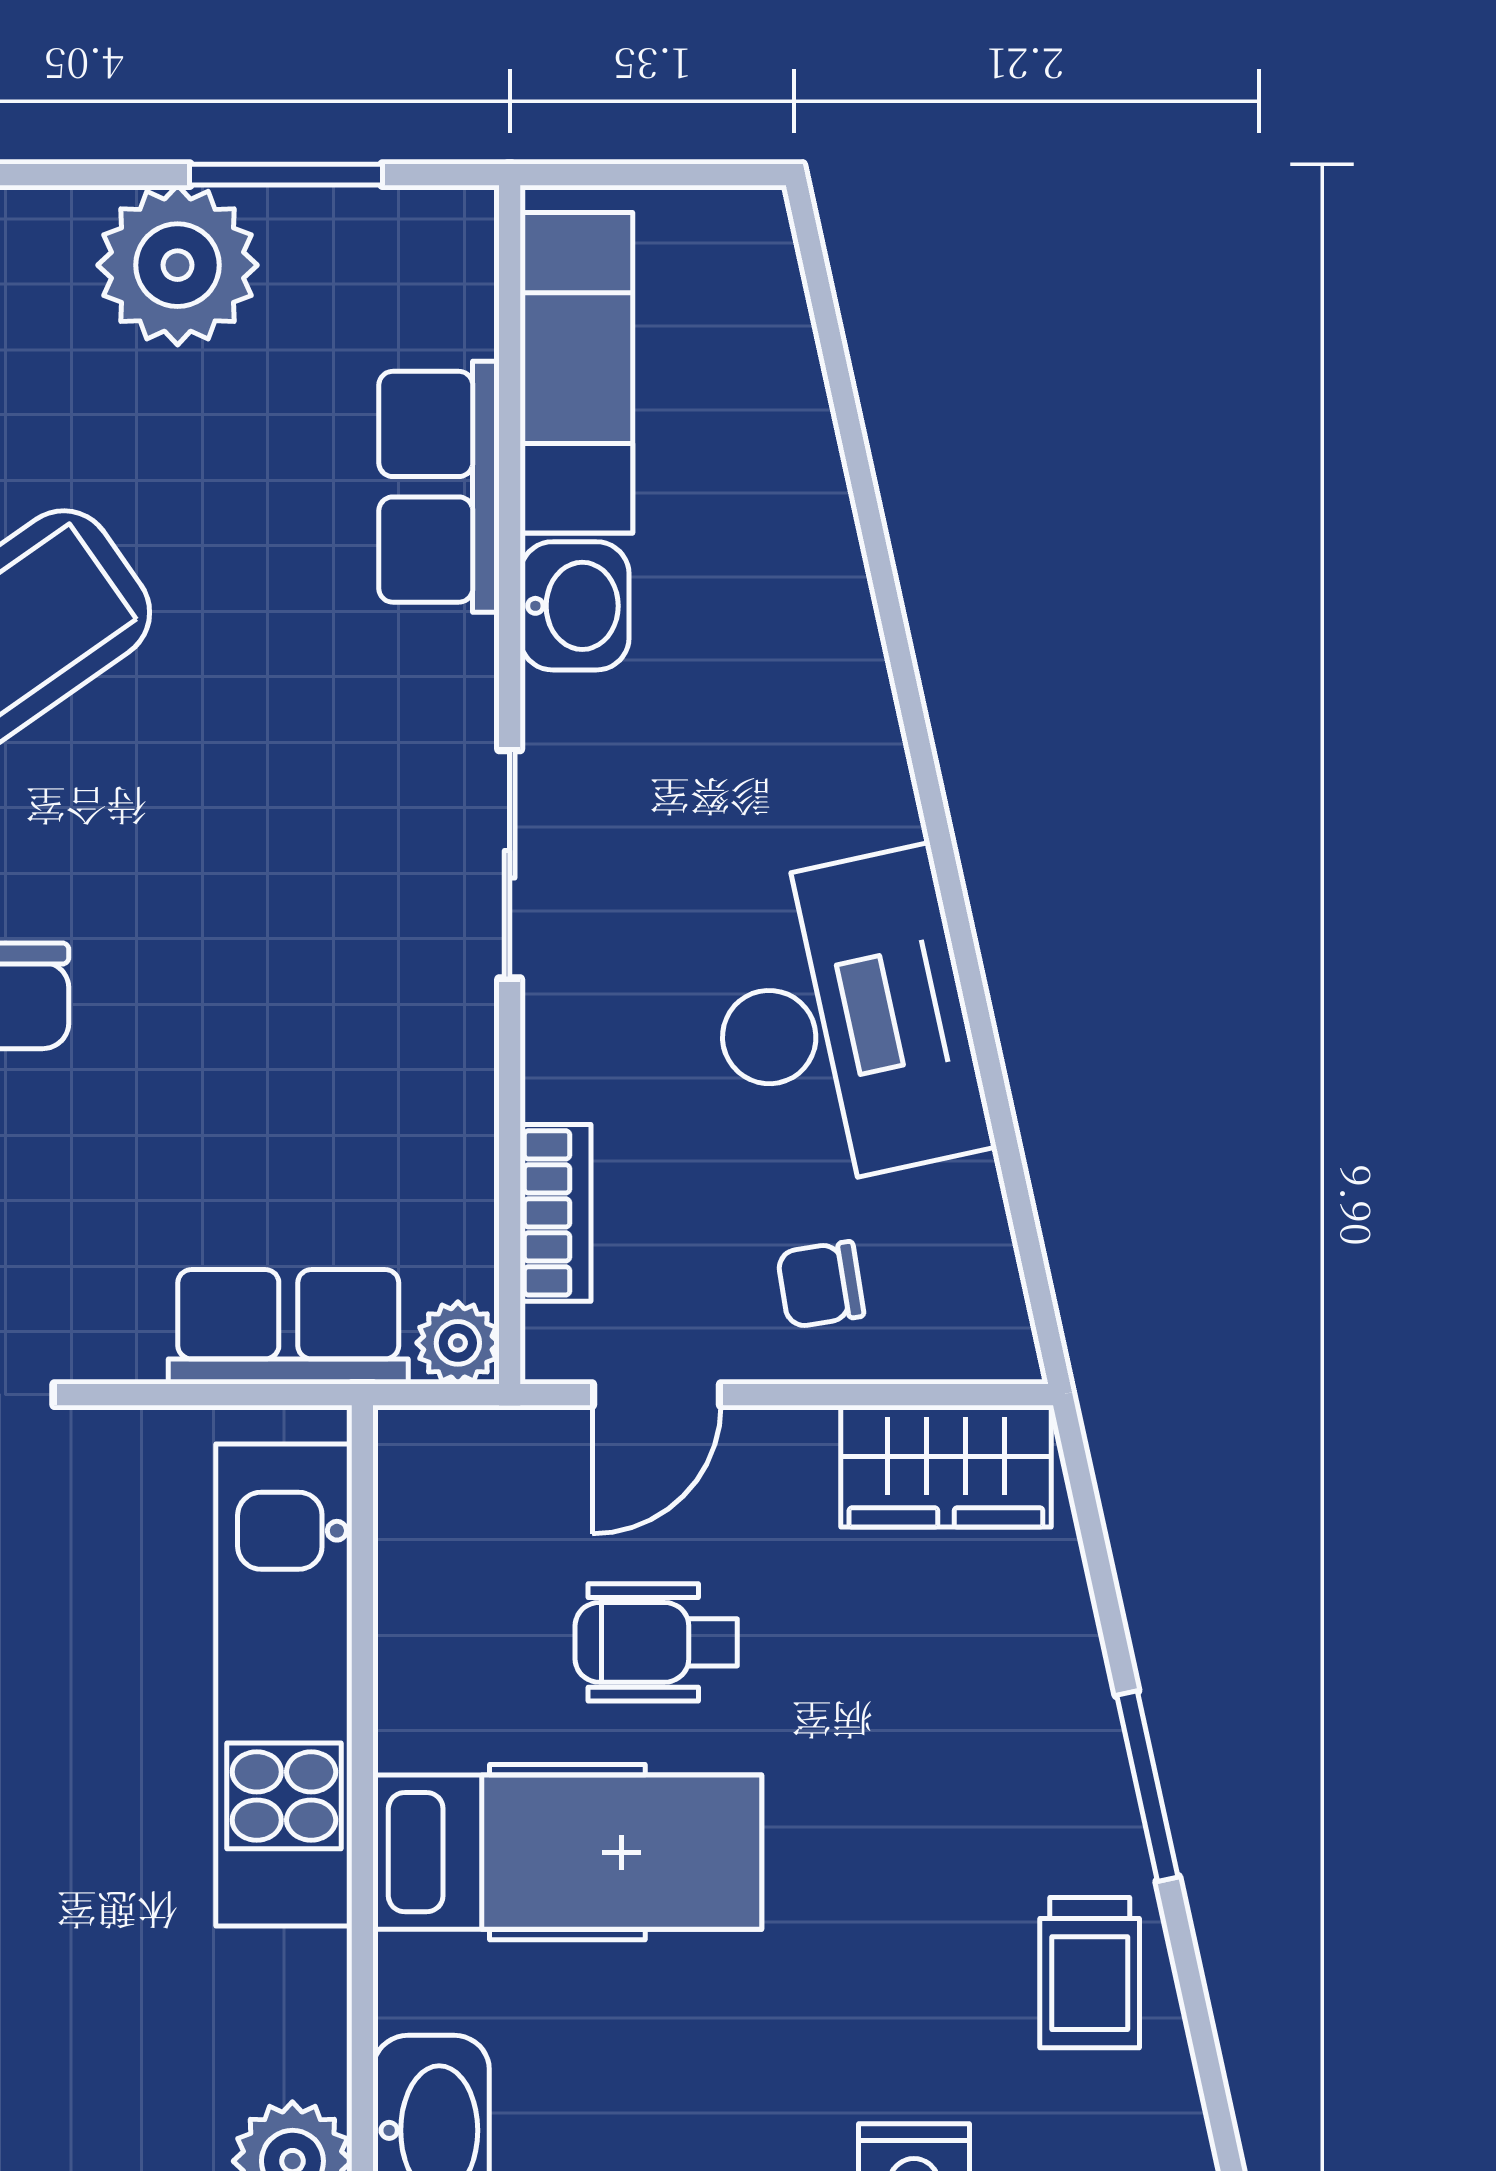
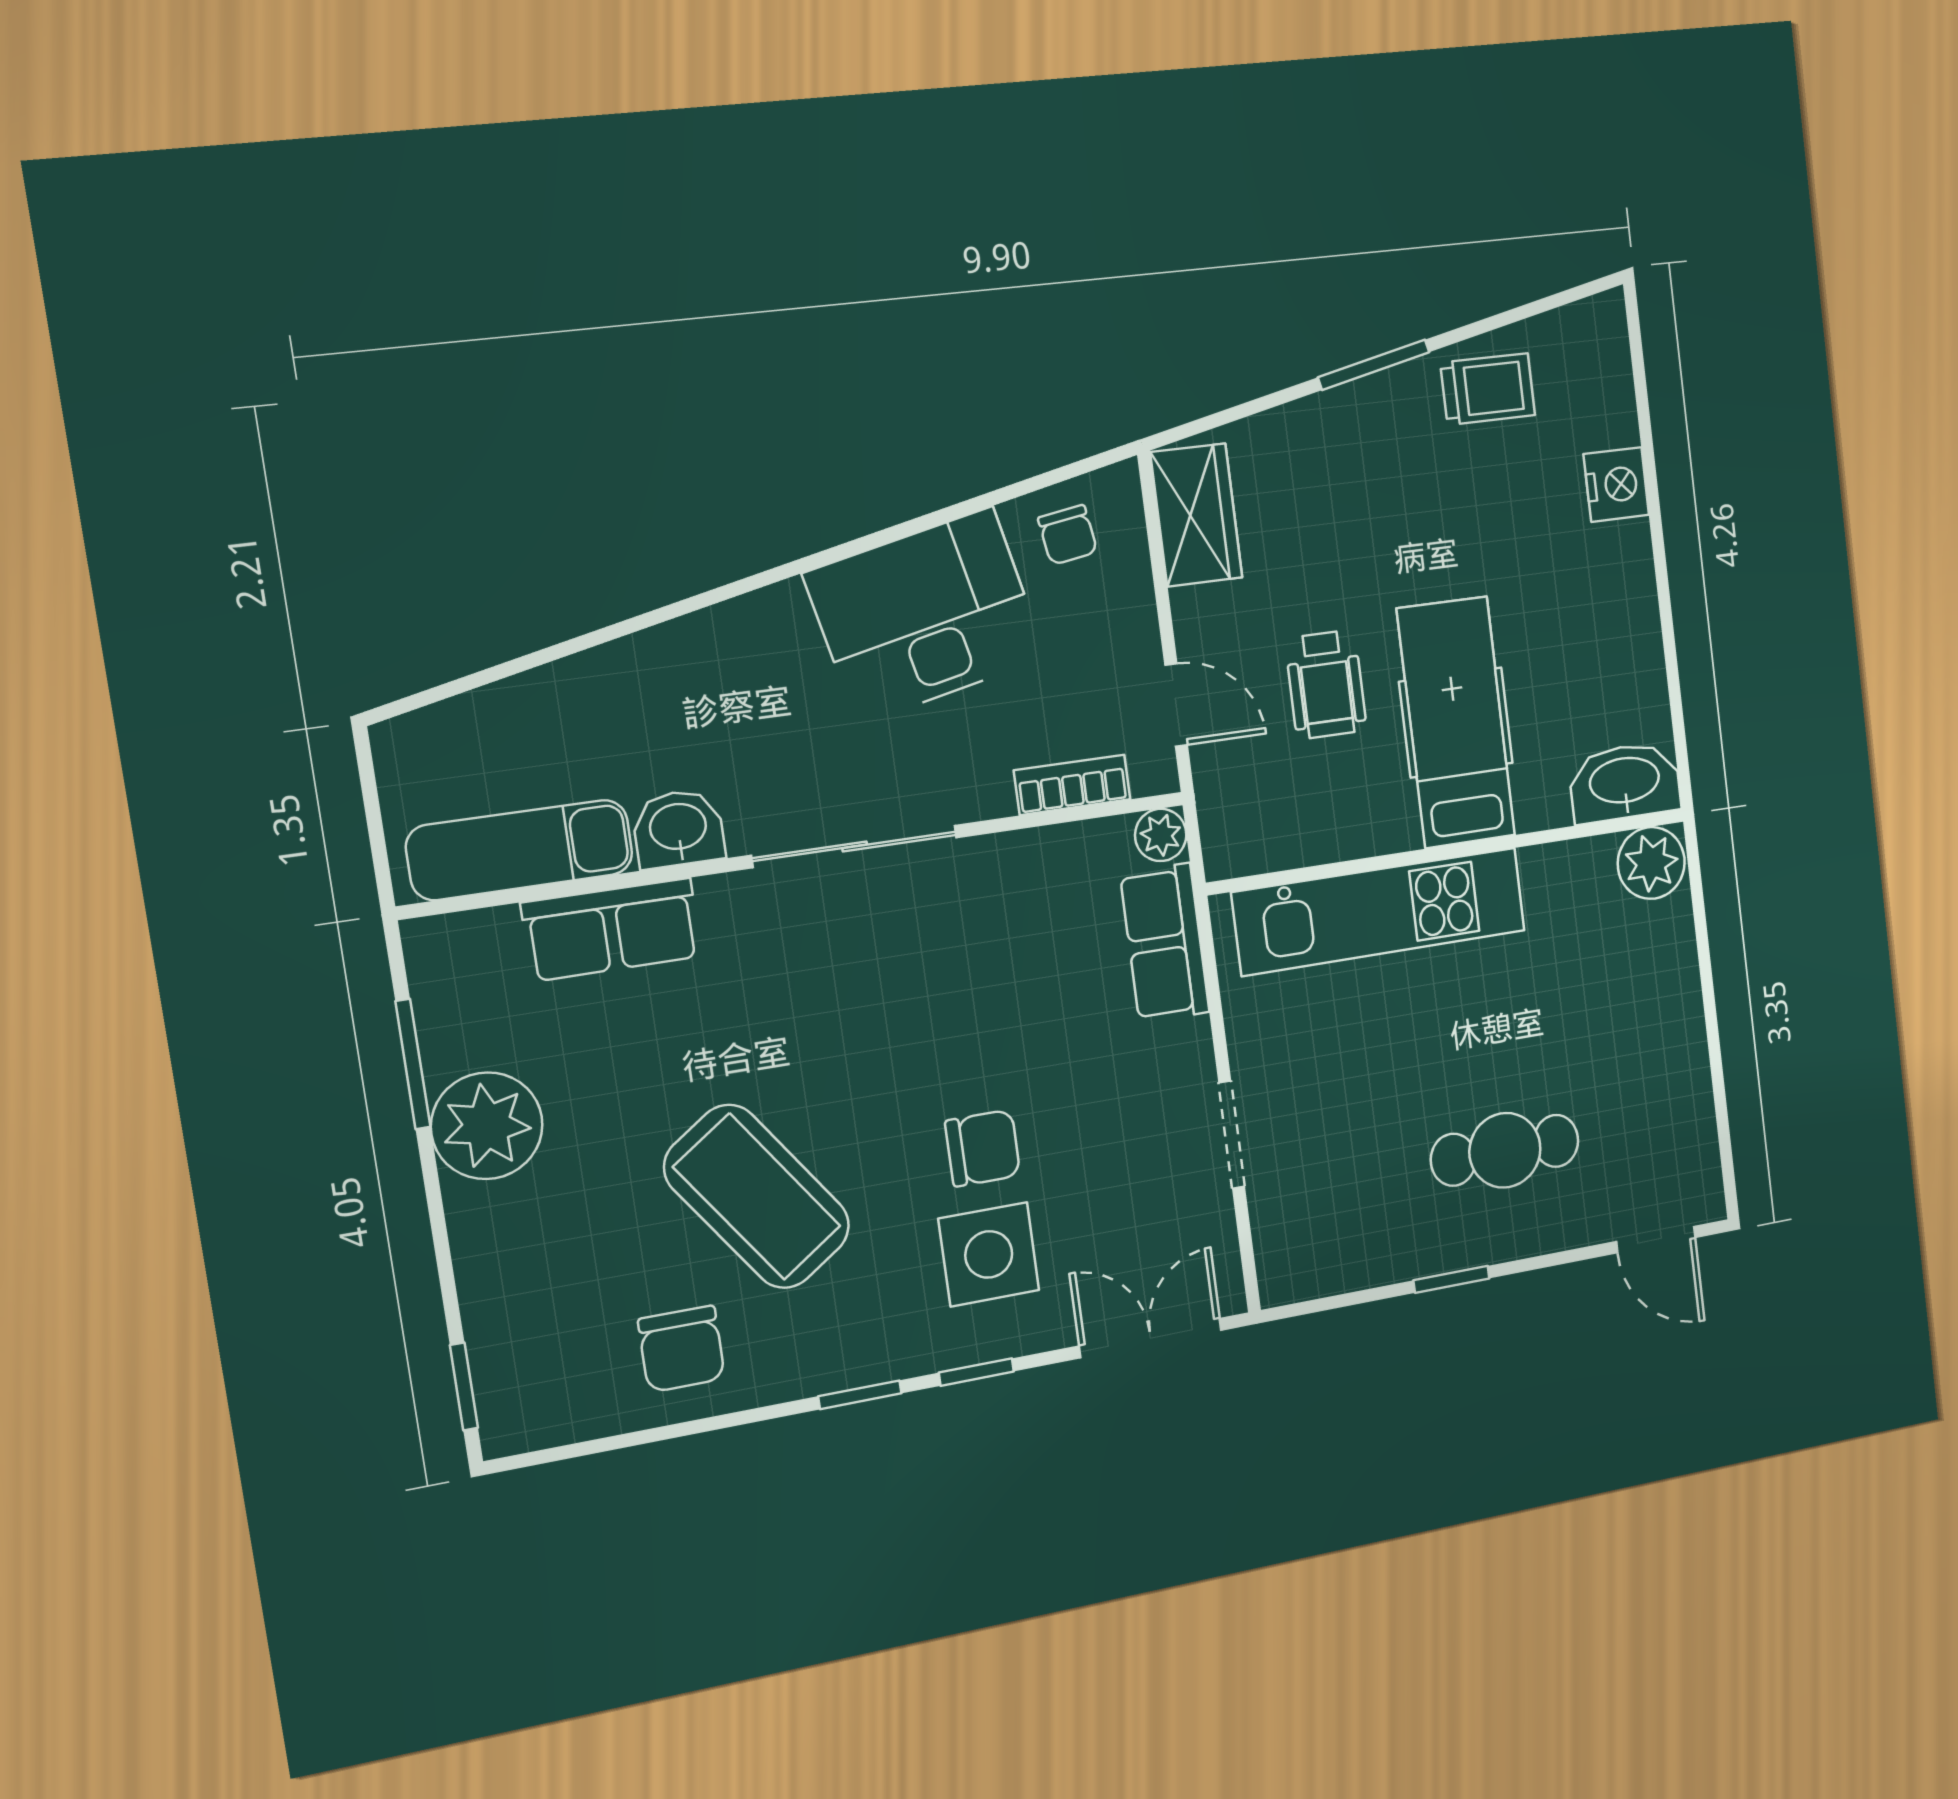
sliding door: (510, 864) -> (855, 846), width x1.37
chair: (821, 1284) -> (1068, 535), moved

